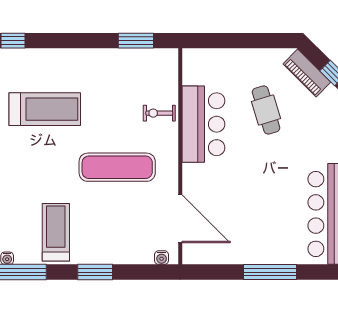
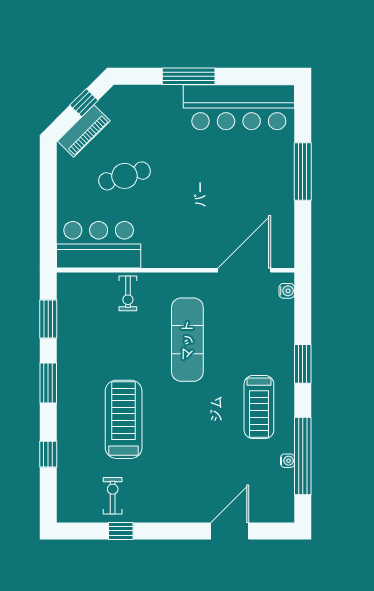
window: (78, 41) -> (48, 383), added
bar counter: (203, 124) -> (99, 245), moved
treadmill: (56, 232) -> (259, 407), turned -90

